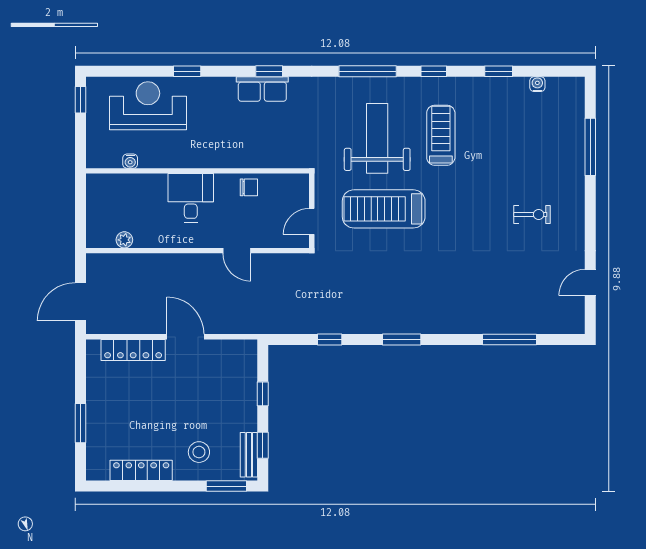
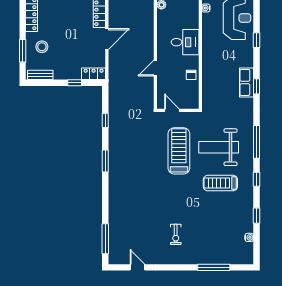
treadmill: (441, 135) -> (220, 183), turned 180
weight bench: (377, 138) -> (219, 147), turned 180
window: (510, 340) -> (105, 239), moved
locker: (247, 360) -> (94, 74), added
window: (263, 445) -> (46, 83), removed
window: (226, 486) -> (23, 51), moved

